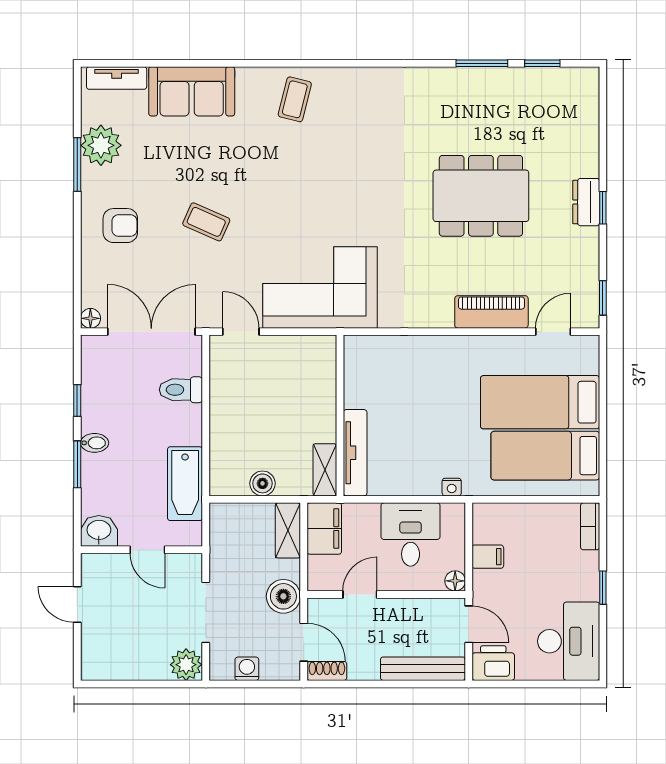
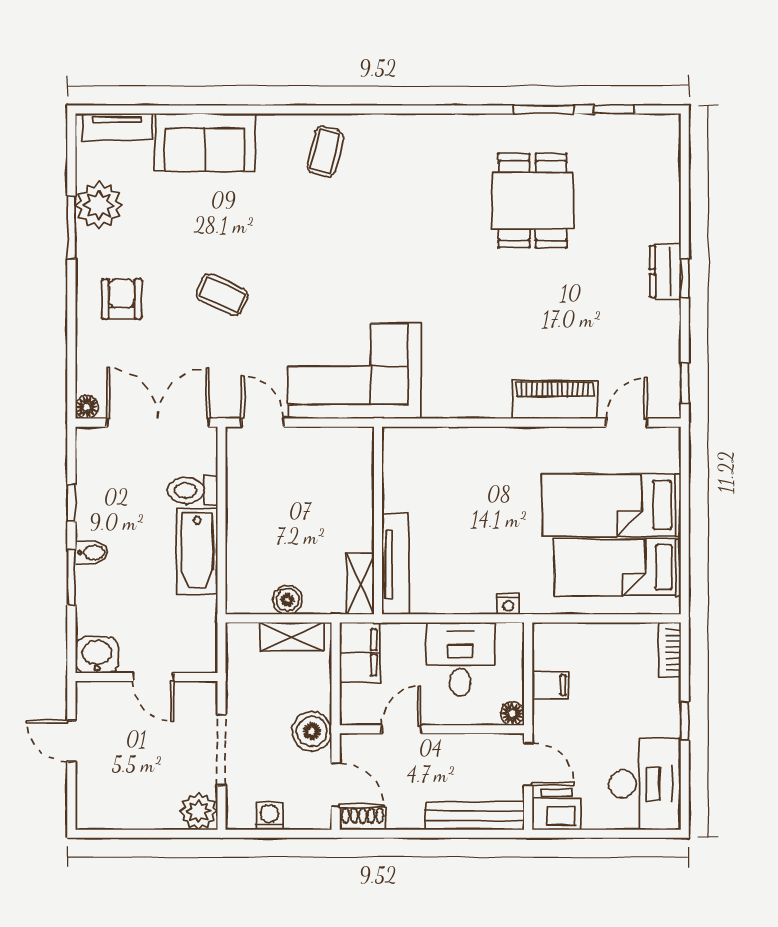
dining table: (481, 196) -> (533, 201), moved, width x0.73
armchair: (120, 226) -> (122, 299), turned -90
bathtub: (185, 484) -> (197, 551), moved
shelving: (288, 530) -> (292, 637), moved, turned 90

